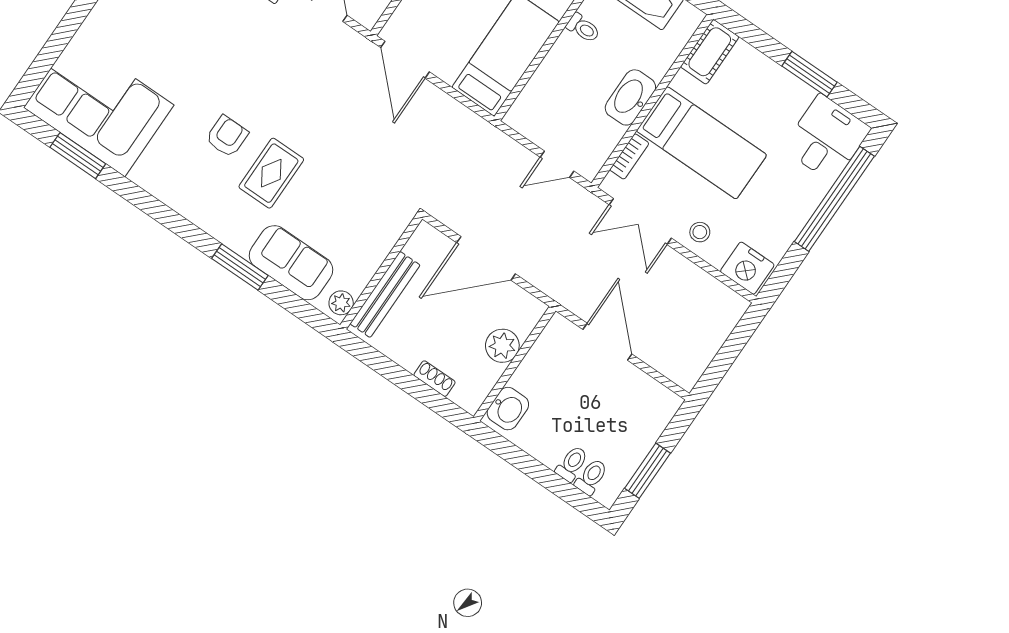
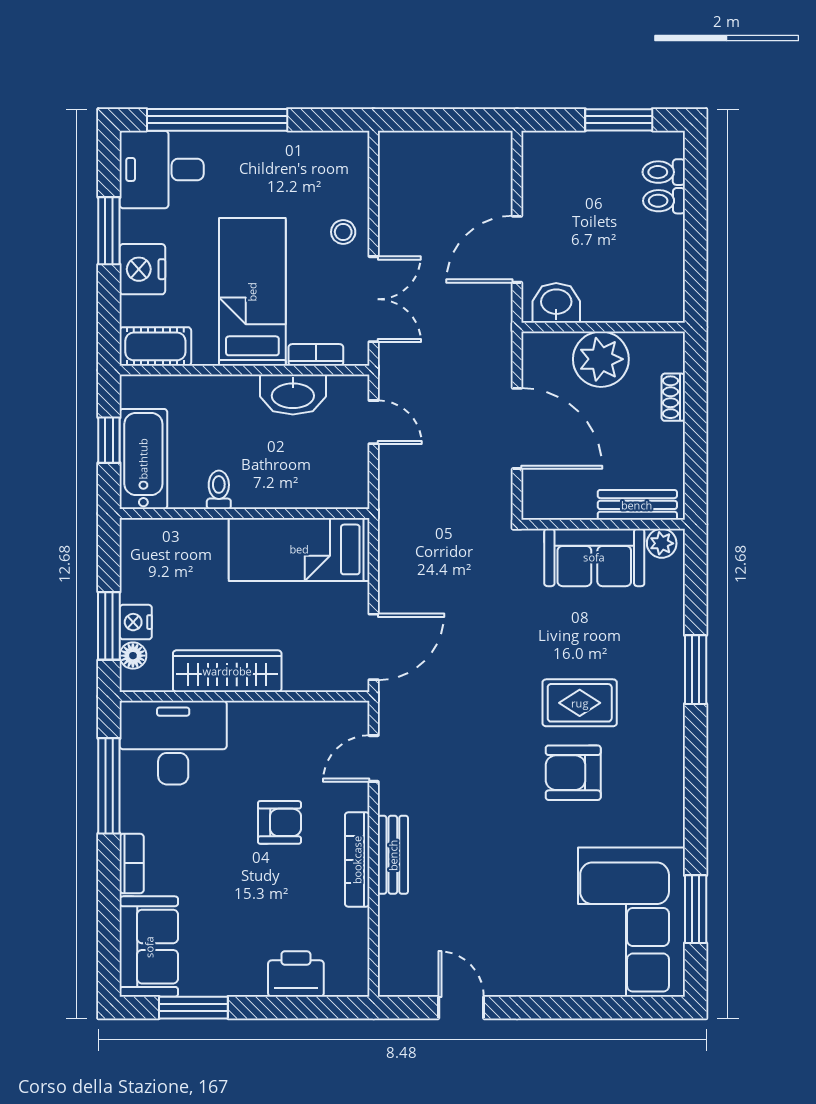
washbasin: (630, 97) -> (293, 395), moved
armchair: (227, 136) -> (573, 773), width x1.38, depth x1.38
sofa: (291, 263) -> (594, 557), moved, turned -90
nightstand: (747, 268) -> (142, 269), moved, turned 180
bench: (385, 294) -> (637, 505), width x0.73
plant: (502, 346) -> (601, 359), width x1.36, depth x1.36
washbasin: (508, 409) -> (556, 303), moved

